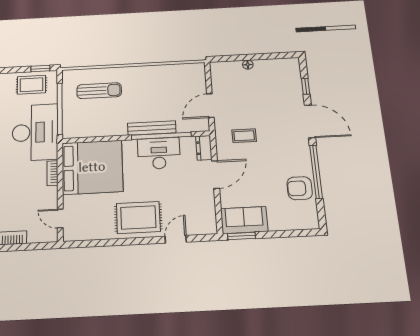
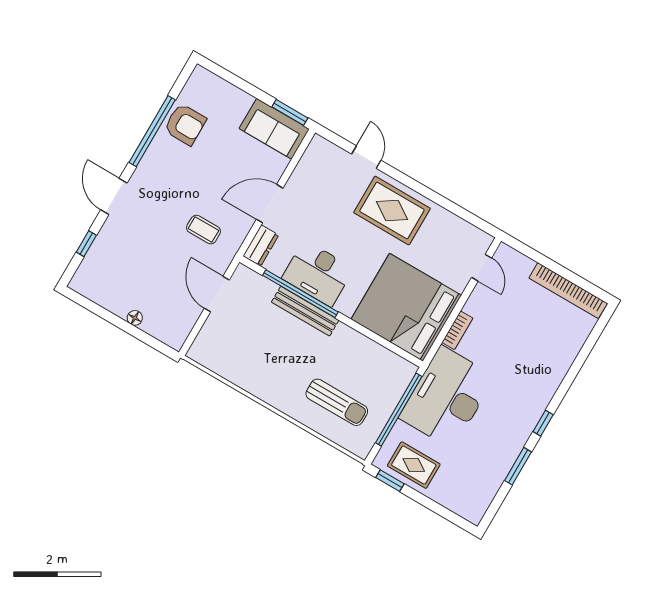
sun lounger: (99, 91) -> (337, 402), turned 180
door: (210, 106) -> (217, 294), swing flipped
door: (310, 121) -> (114, 196), width x0.73
door: (176, 239) -> (366, 157), swing flipped

